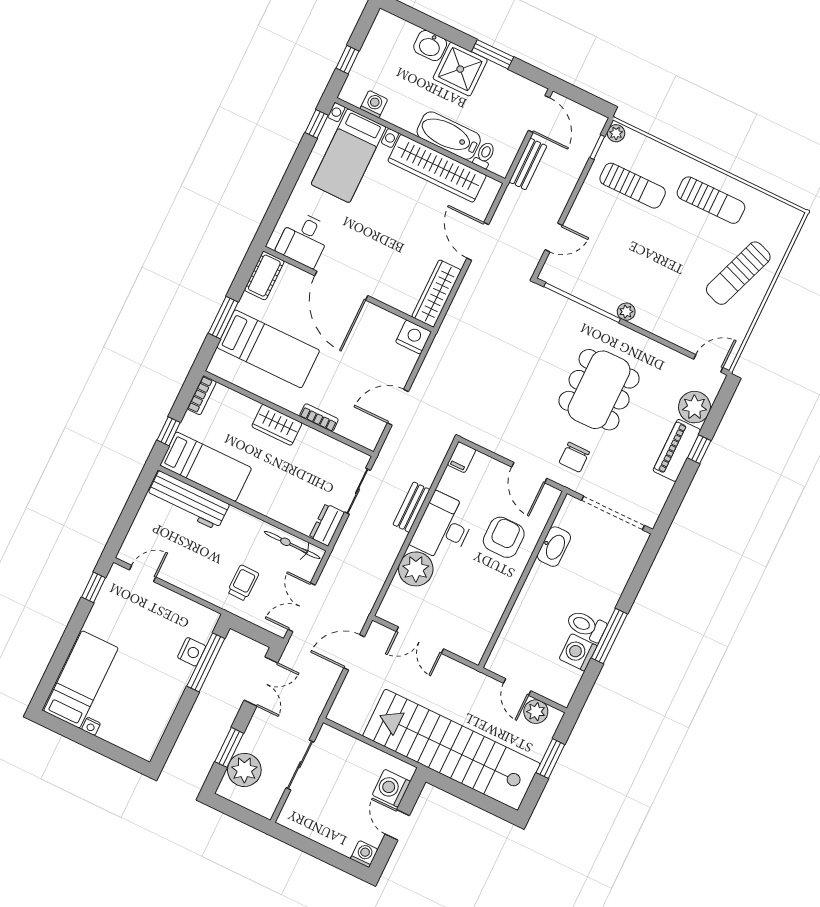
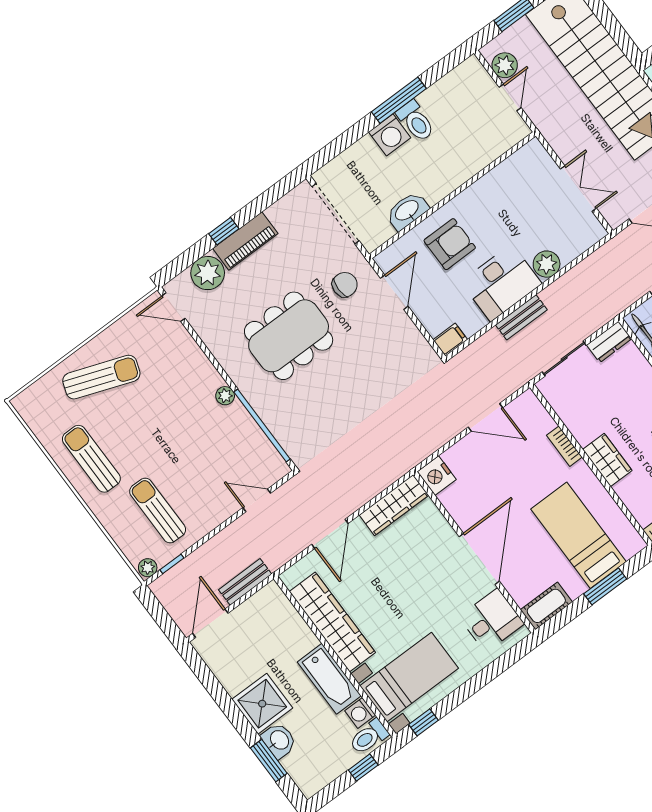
window: (493, 54) -> (269, 761), moved
bathtub: (449, 136) -> (329, 679), moved
toilet: (484, 155) -> (369, 737), moved, width x1.37, depth x1.39
armchair: (504, 537) -> (450, 244), turned 180
plant: (416, 569) -> (547, 264), width x0.73, depth x0.73
washing machine: (578, 652) -> (390, 135), moved

